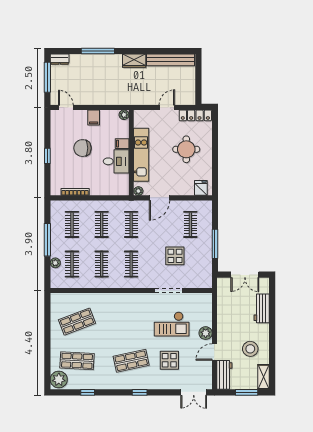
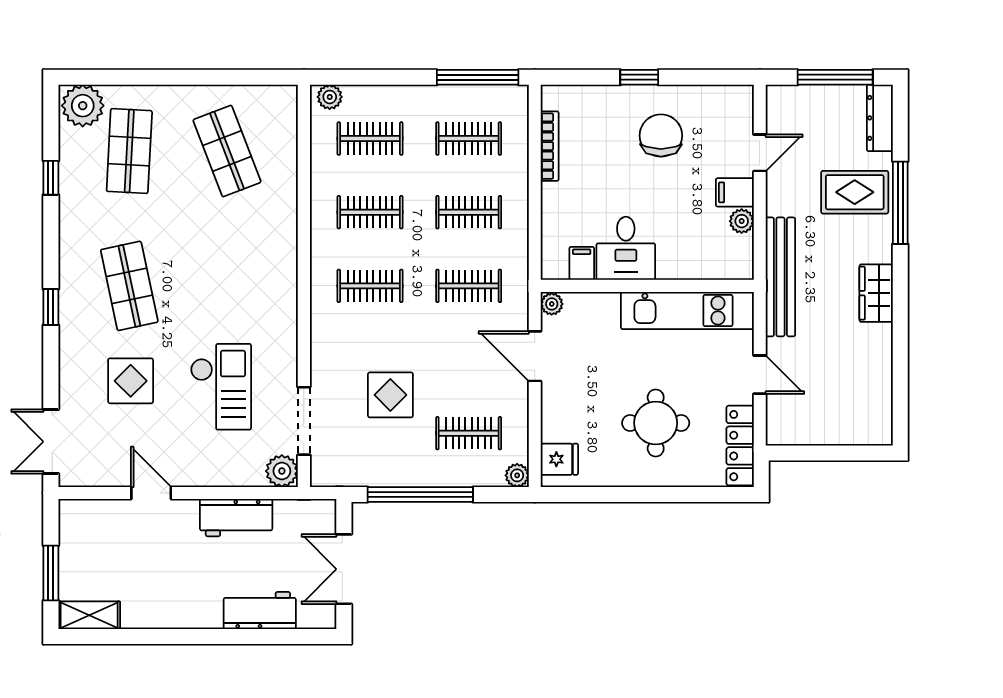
dresser: (60, 59) -> (880, 118), width x1.44
bench: (171, 60) -> (780, 277), moved
rug: (94, 69) -> (855, 192), added
door: (66, 108) -> (760, 153), moved
plant: (124, 115) -> (742, 221), moved
filing cabinet: (122, 144) -> (582, 263), moved
chair: (82, 148) -> (661, 136), moved
kitchen unit: (141, 155) -> (687, 311), moved
plant: (207, 205) -> (517, 475), added
window: (47, 240) -> (478, 77), moved
window: (215, 244) -> (420, 495), width x1.46
plant: (55, 263) -> (330, 97), moved
doorway: (168, 291) -> (304, 421), moved
checkout: (172, 324) -> (221, 387), turned 180
plant: (206, 333) -> (282, 471), moved
stool: (250, 349) -> (159, 582), removed
workbench: (224, 375) -> (236, 518), moved

